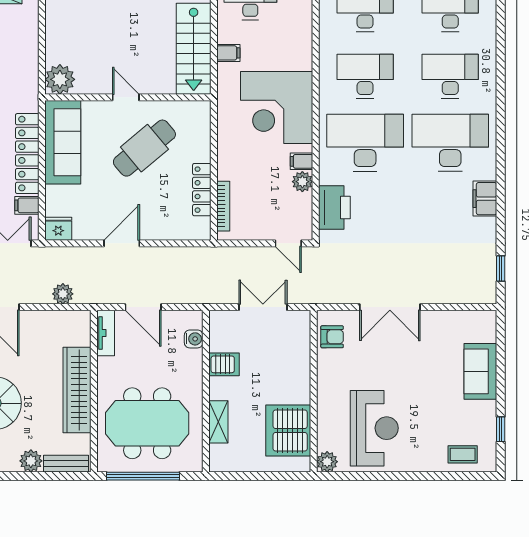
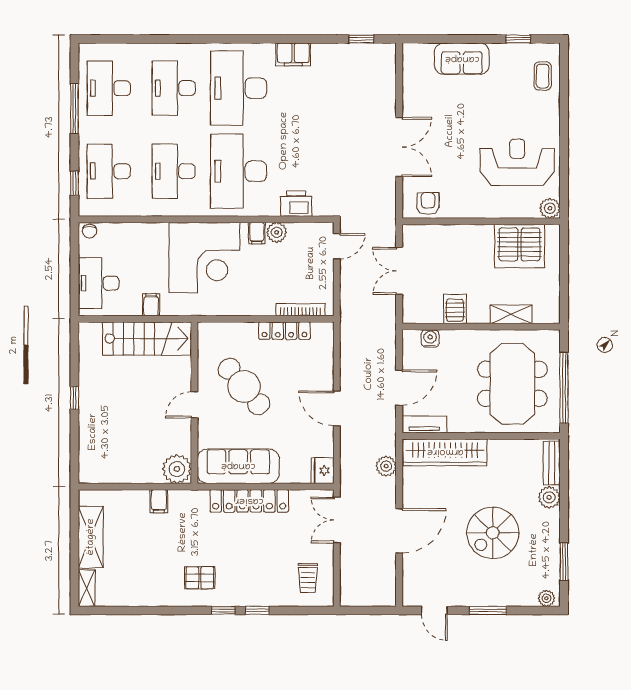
filing cabinet: (27, 205) -> (159, 501), moved
printer: (334, 208) -> (296, 204), width x0.73, depth x0.84
wardrobe: (77, 390) -> (445, 452), moved

